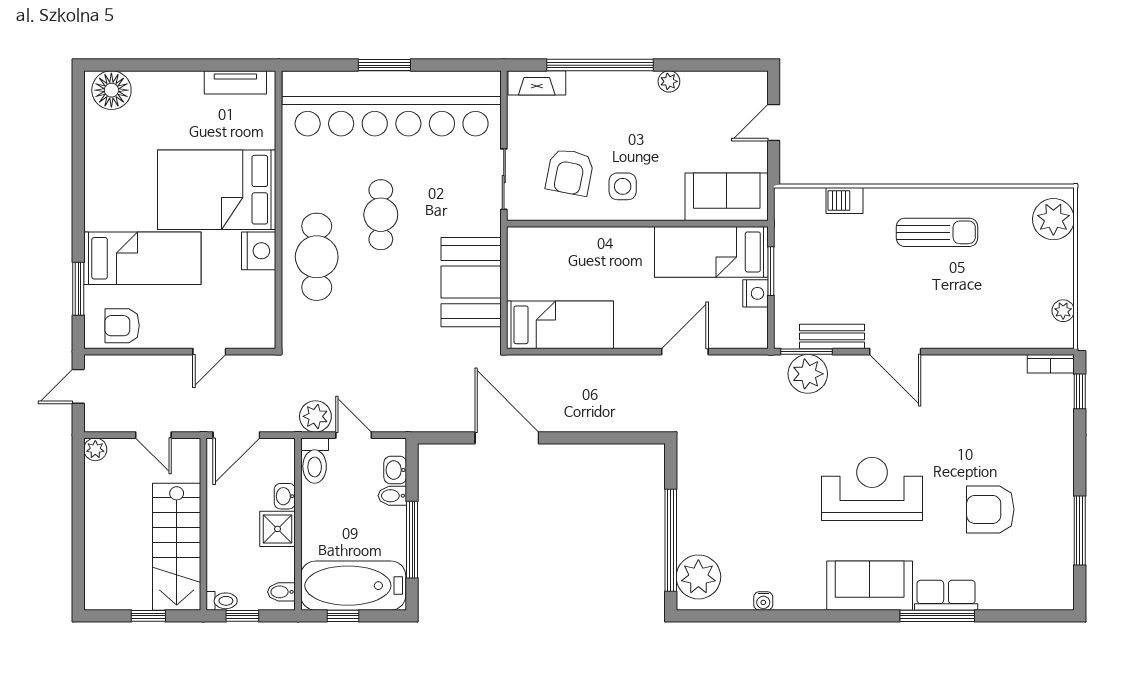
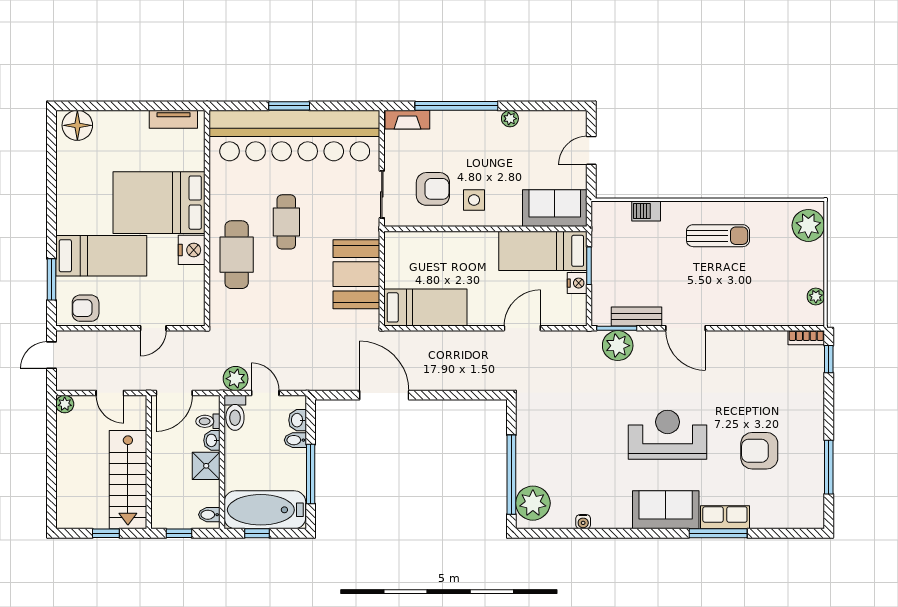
armchair: (570, 172) -> (433, 189), turned -101
toilet: (222, 601) -> (208, 421), moved, turned 180

